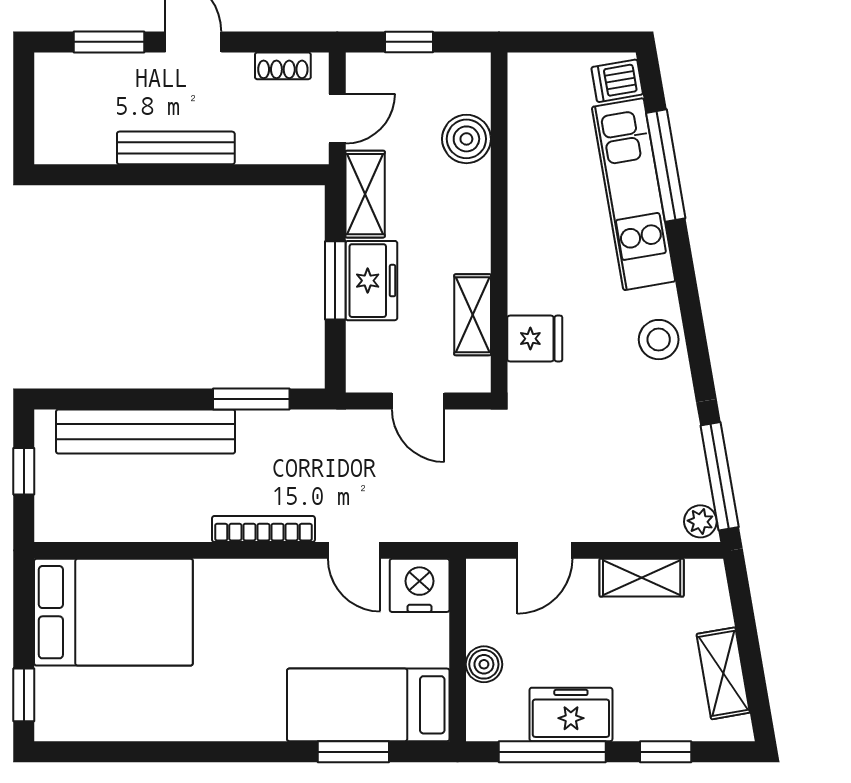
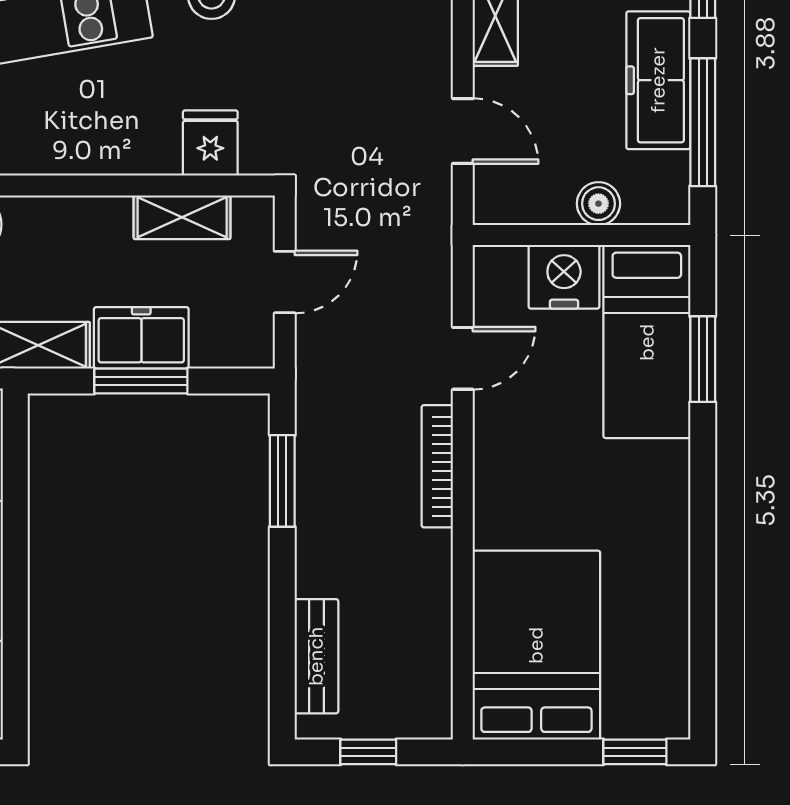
bench: (146, 432) -> (316, 656), width x0.54, depth x0.82
nightstand: (420, 585) -> (564, 277), moved, turned 90
freezer: (571, 714) -> (658, 80), width x1.40

